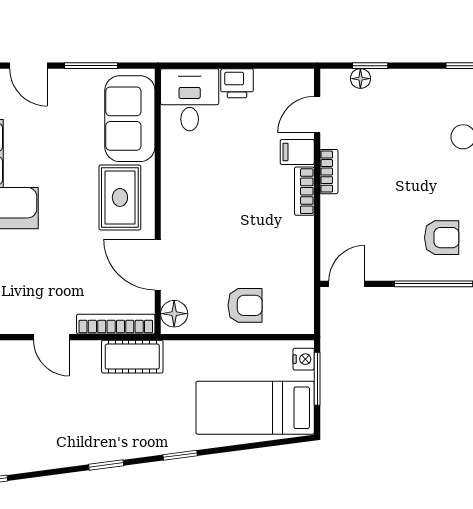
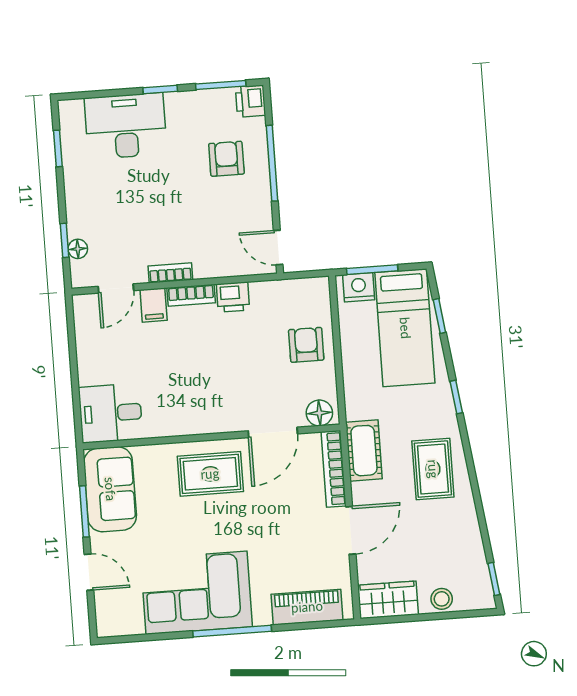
door: (28, 66) -> (89, 572), hinge flipped
printer: (237, 83) -> (233, 297), moved, turned 90
door: (317, 115) -> (116, 288), hinge flipped
sofa: (130, 119) -> (110, 489), moved, turned -90
door: (51, 337) -> (351, 530), width x1.38
nightstand: (304, 359) -> (359, 287), width x1.39, depth x1.35
rug: (108, 426) -> (433, 469), added
window: (106, 465) -> (439, 316), moved

